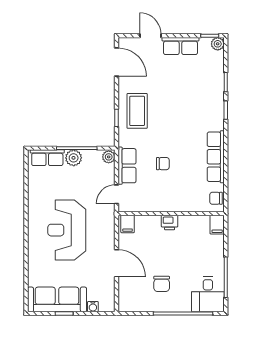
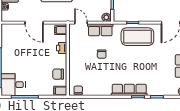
coffee table: (137, 111) -> (137, 37), width x1.36, depth x1.32
row of seats: (216, 157) -> (129, 90), moved
printer: (170, 223) -> (62, 48), moved
door: (117, 263) -> (34, 23), hinge flipped
chair: (162, 284) -> (58, 74), moved

